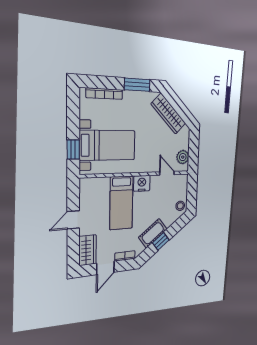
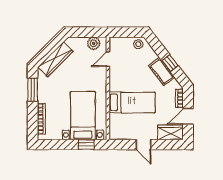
nightstand: (142, 183) -> (116, 84), removed
door: (105, 268) -> (188, 116), swing flipped

